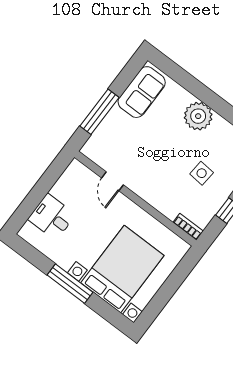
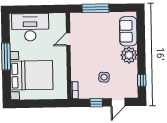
sofa: (142, 92) -> (128, 31), moved, turned 90
desk: (52, 217) -> (30, 27), width x1.87, depth x1.30

